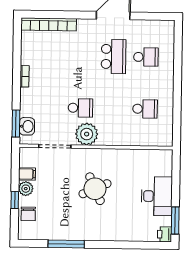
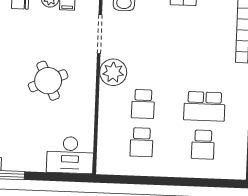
school desk: (80, 108) -> (143, 104), moved
desk: (157, 196) -> (70, 155), moved

